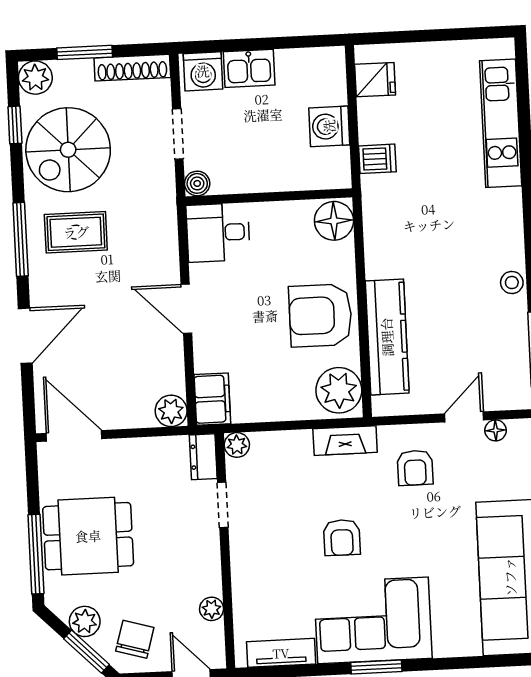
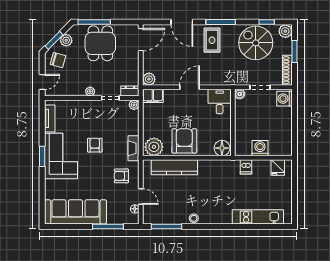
kitchen sink: (249, 68) -> (285, 117), removed
rug: (76, 232) -> (212, 40), moved
armchair: (342, 538) -> (95, 145), turned 90
plant: (212, 609) -> (90, 91), moved

